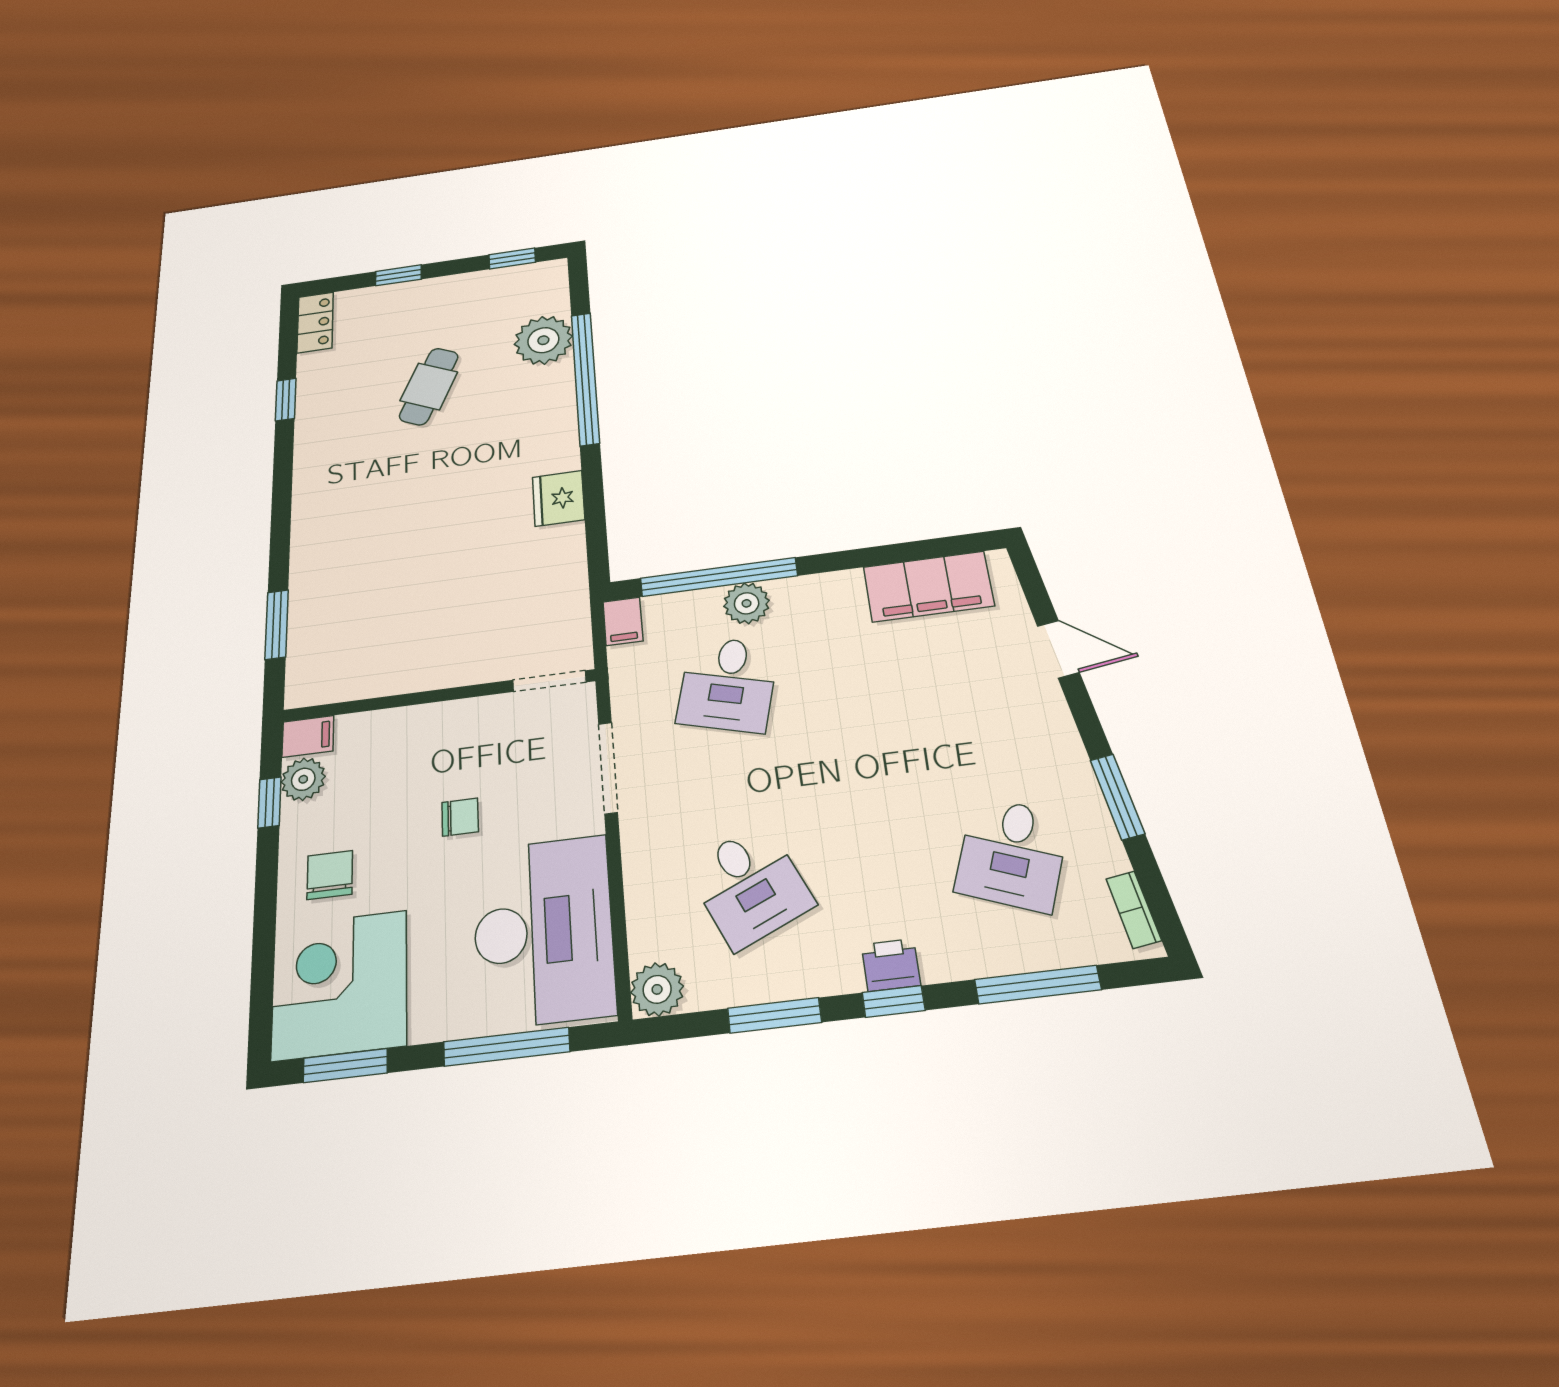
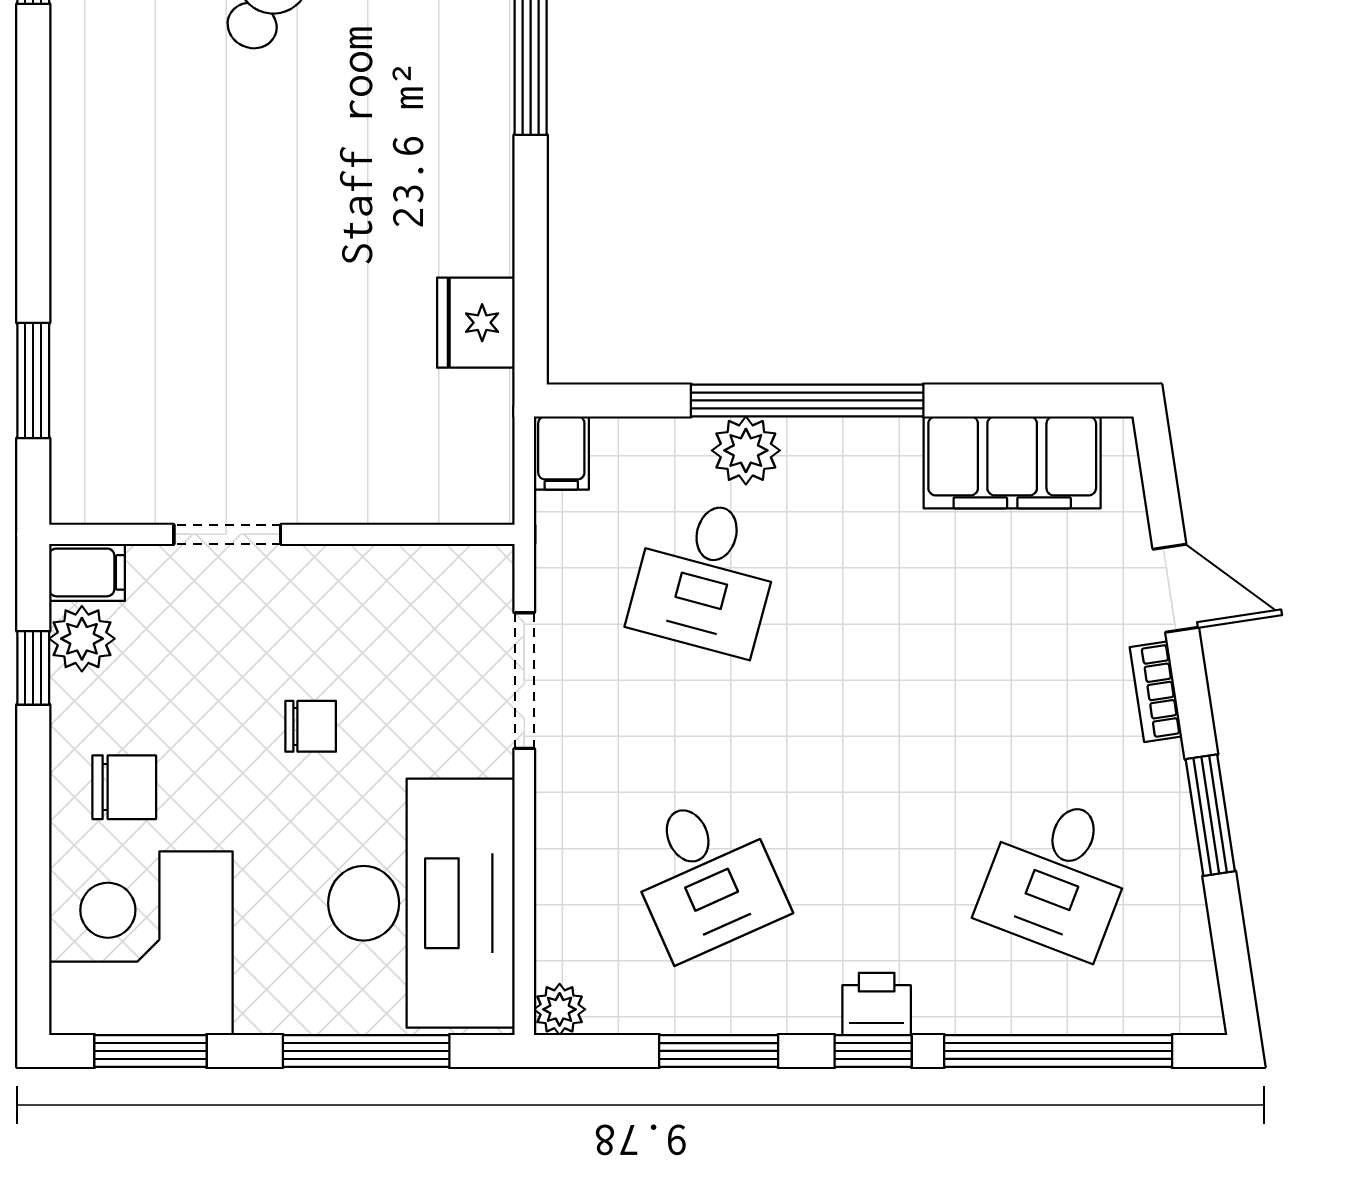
fridge: (559, 498) -> (476, 323), moved
window: (719, 577) -> (807, 400), moved
doorway: (549, 681) -> (227, 534), moved
chair: (330, 875) -> (124, 787), turned 90
bookcase: (1134, 910) -> (1156, 692), moved
window: (1038, 985) -> (1058, 1051), width x1.46
plant: (657, 989) -> (560, 1009), width x0.73, depth x0.73

